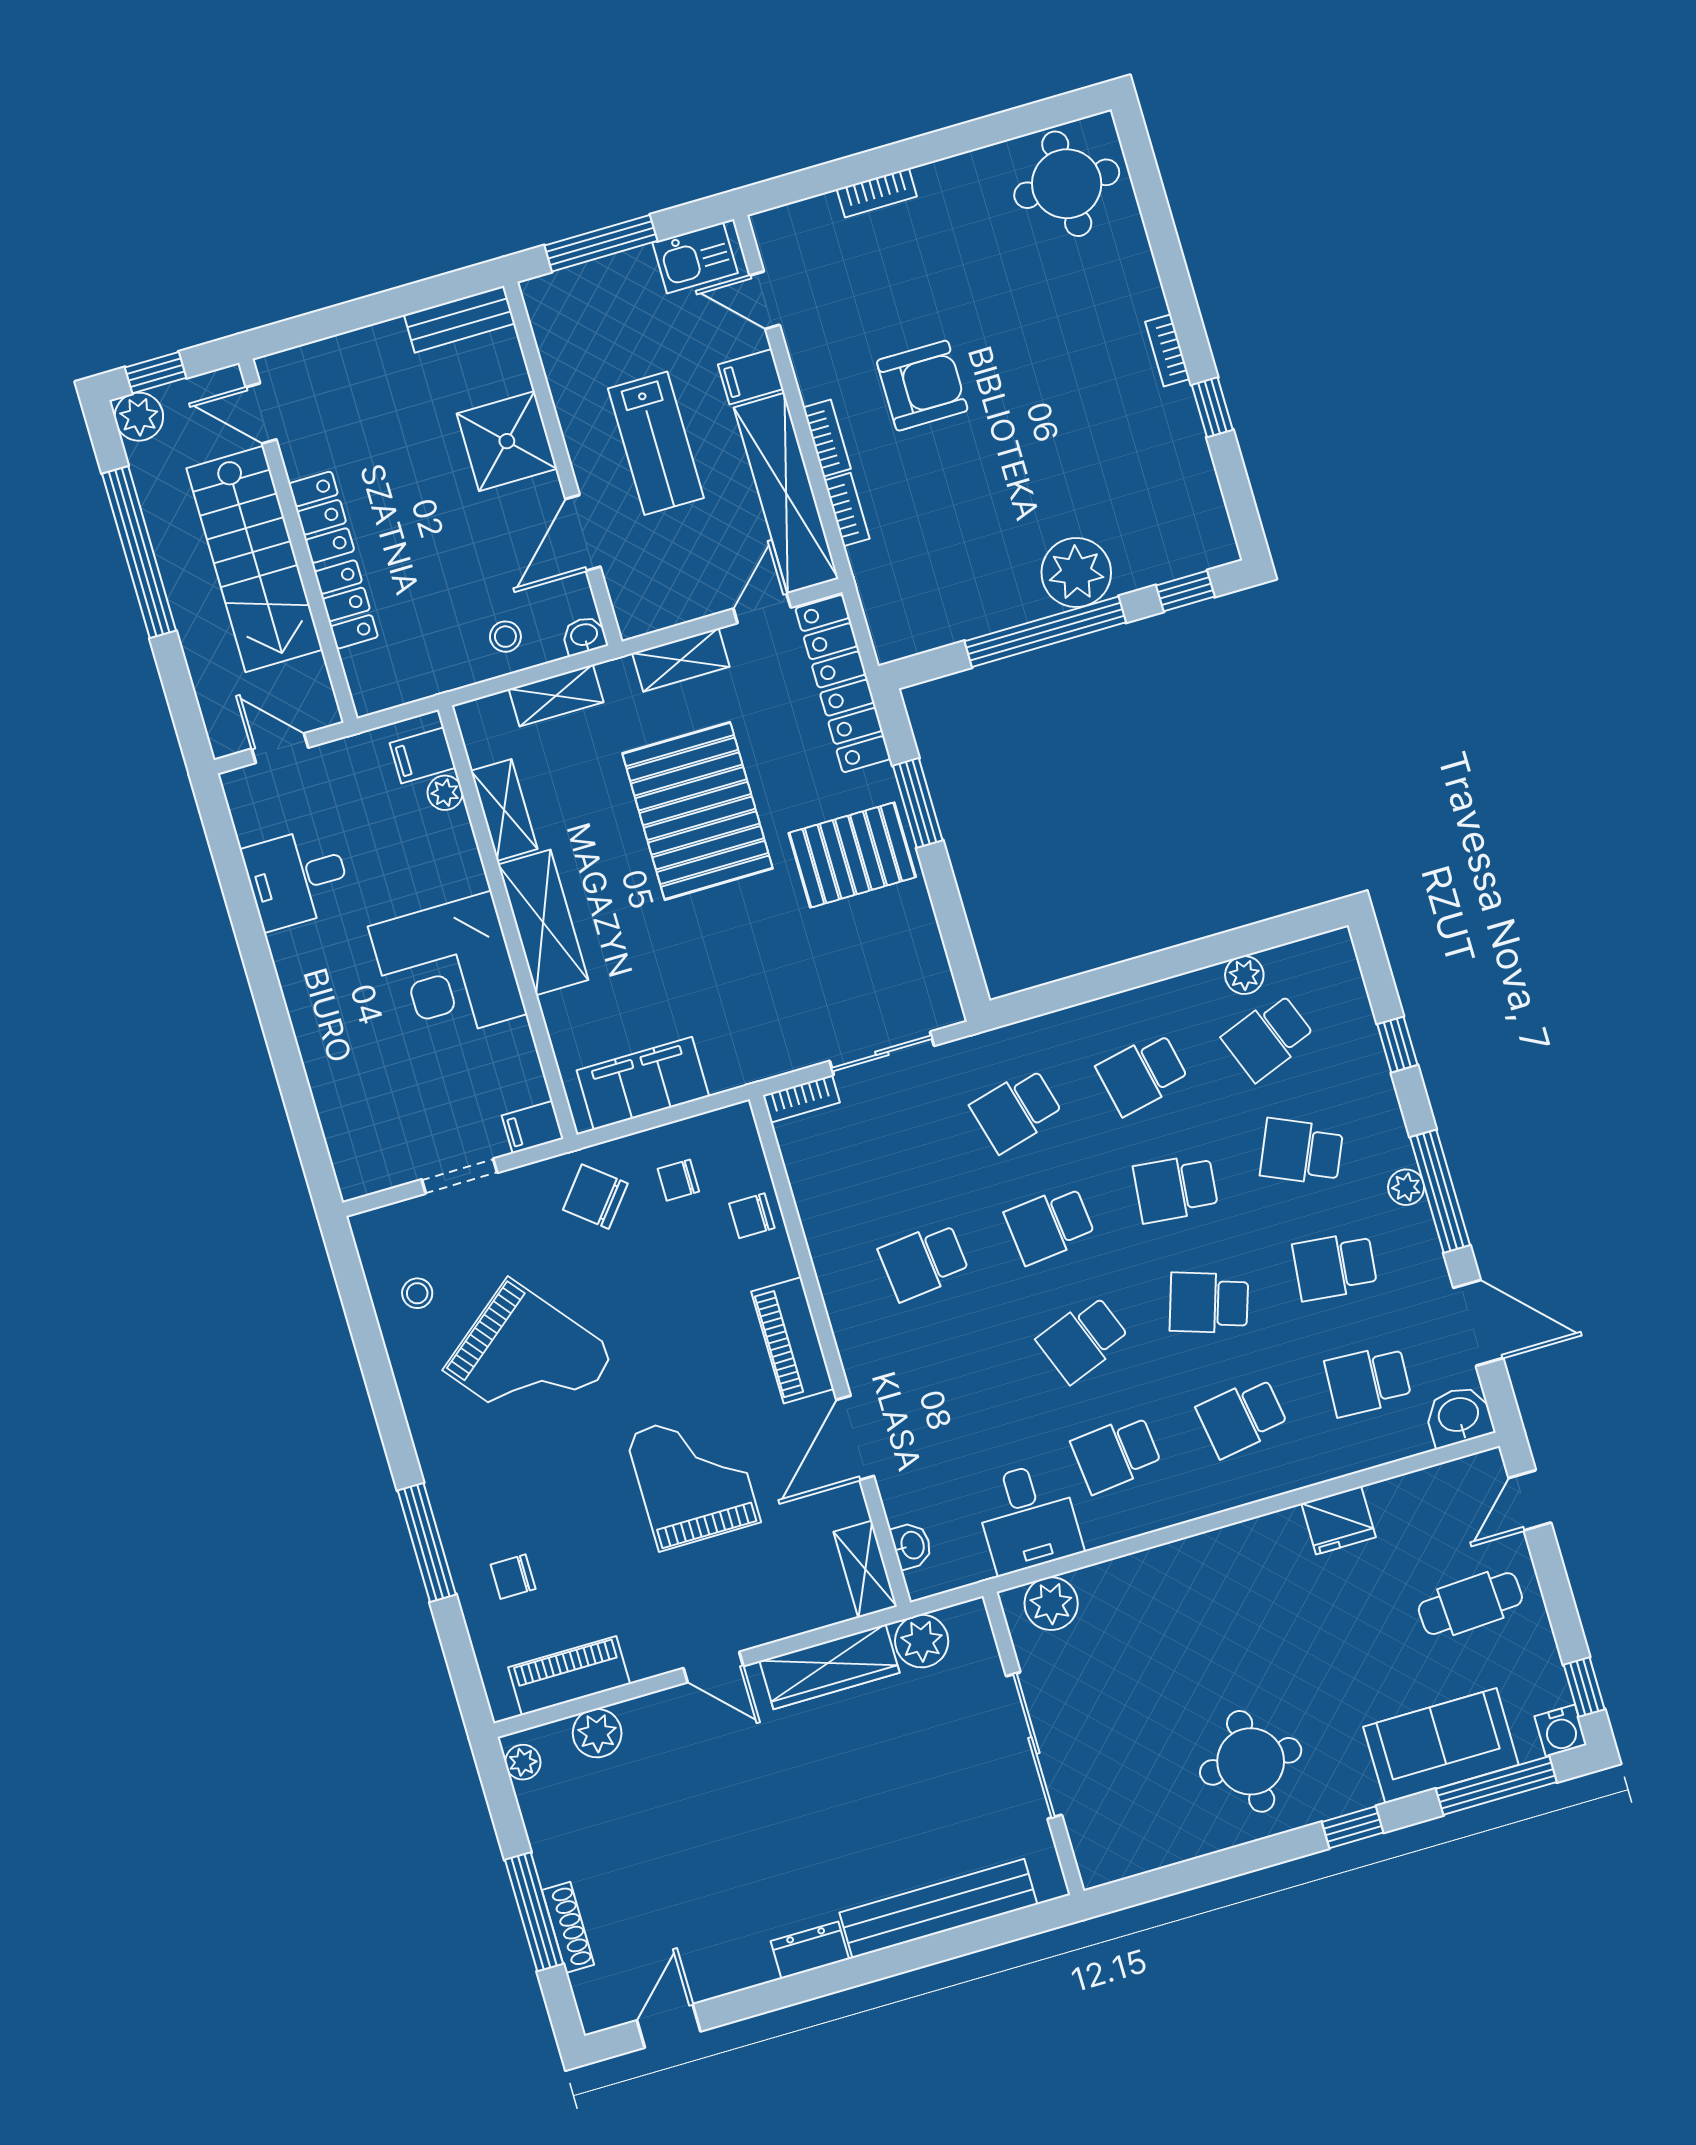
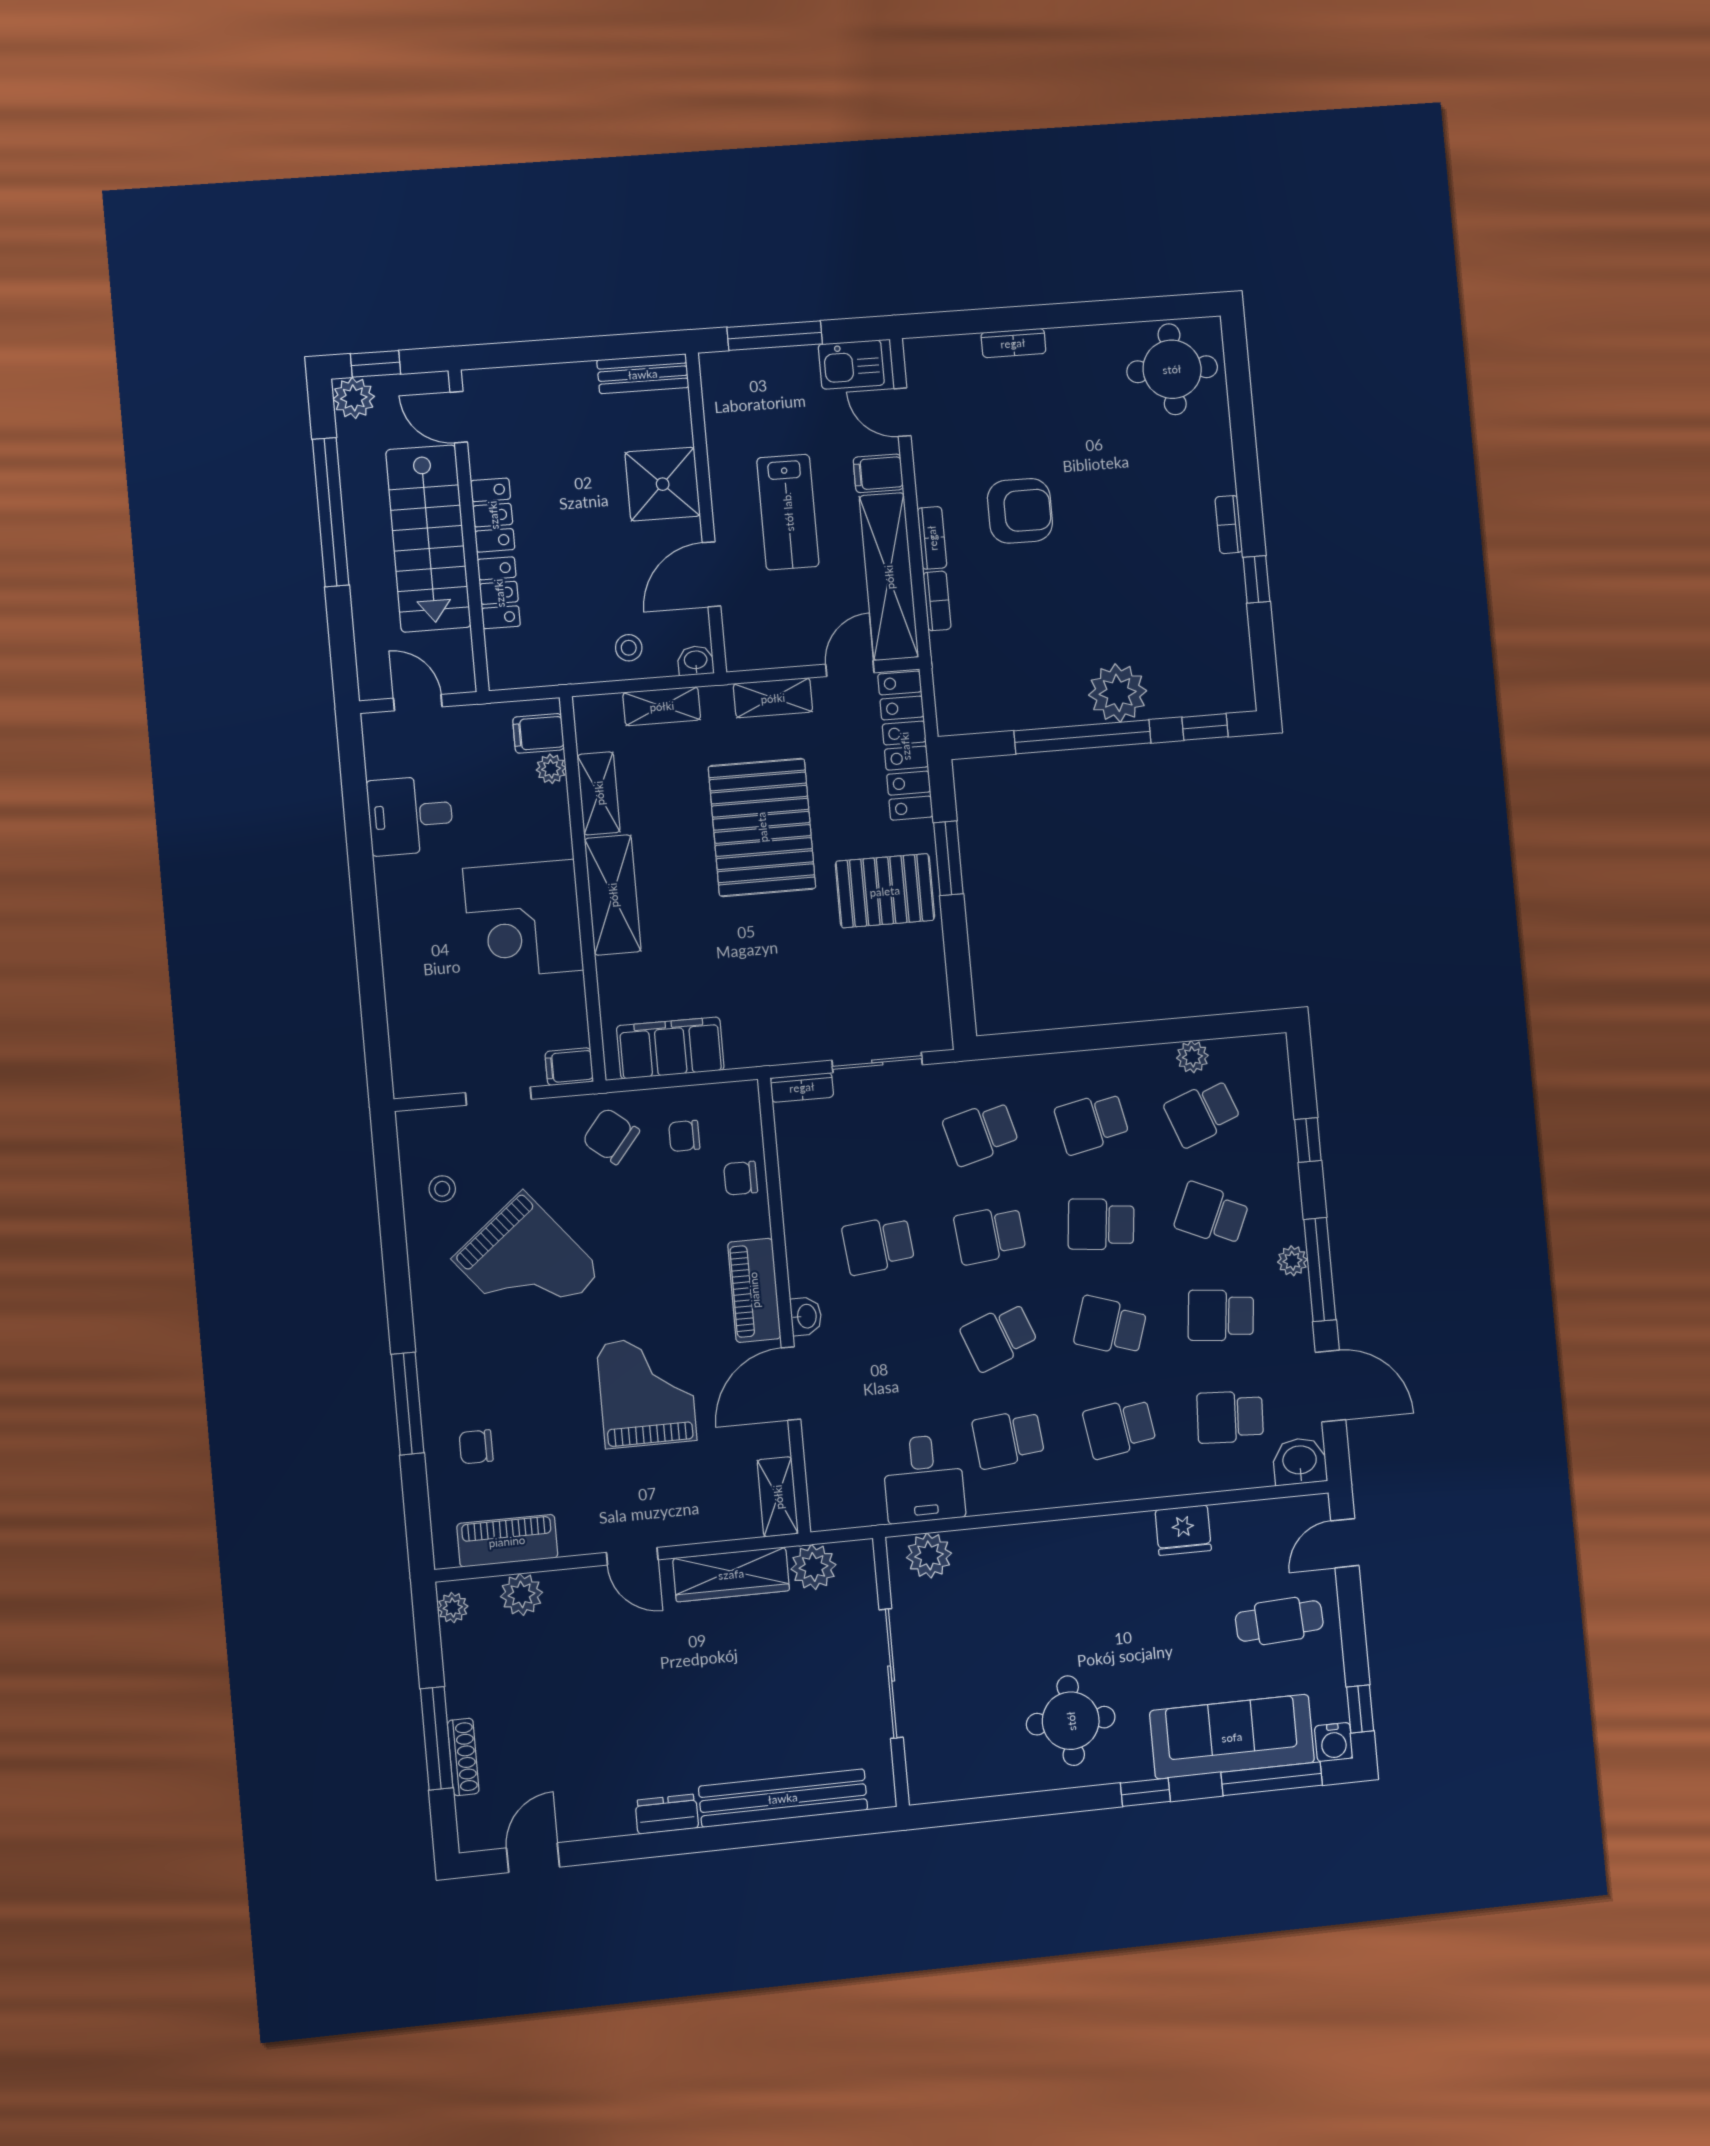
washbasin: (912, 1545) -> (806, 1316), moved
sofa: (1441, 1746) -> (1232, 1737), width x1.36

